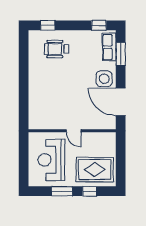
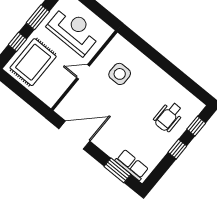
window: (99, 25) -> (177, 149), moved
wheelchair: (57, 49) -> (168, 117), turned 180
side table: (104, 79) -> (120, 74), moved

